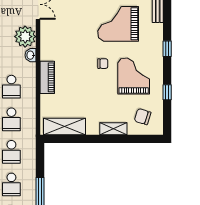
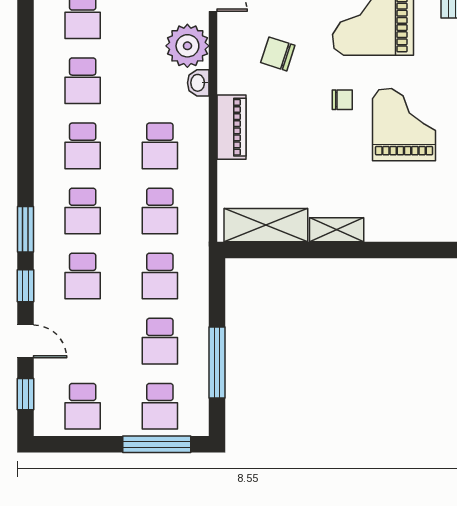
chair: (143, 117) -> (278, 54), moved
shelving: (113, 129) -> (337, 230), moved

